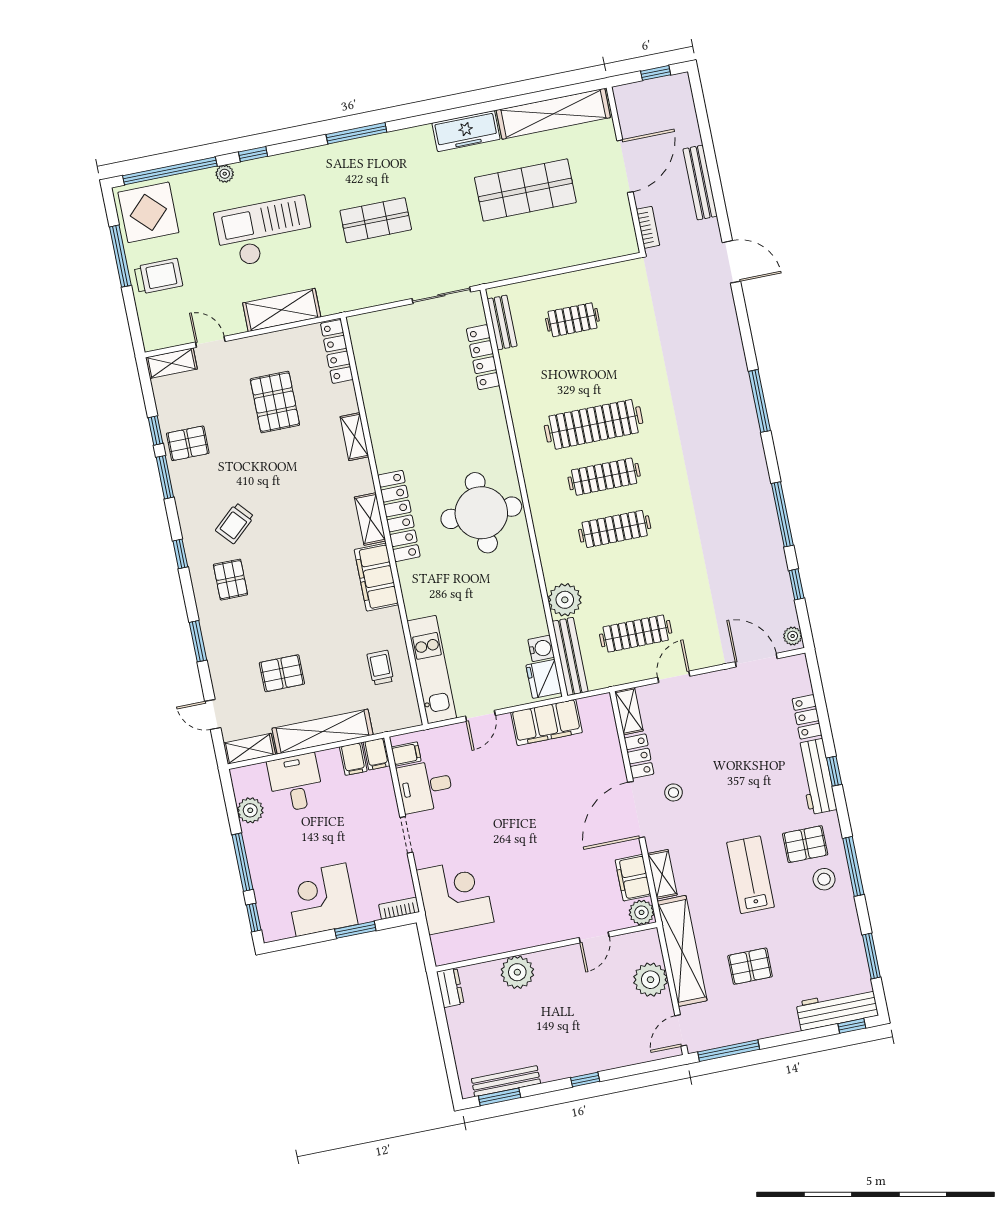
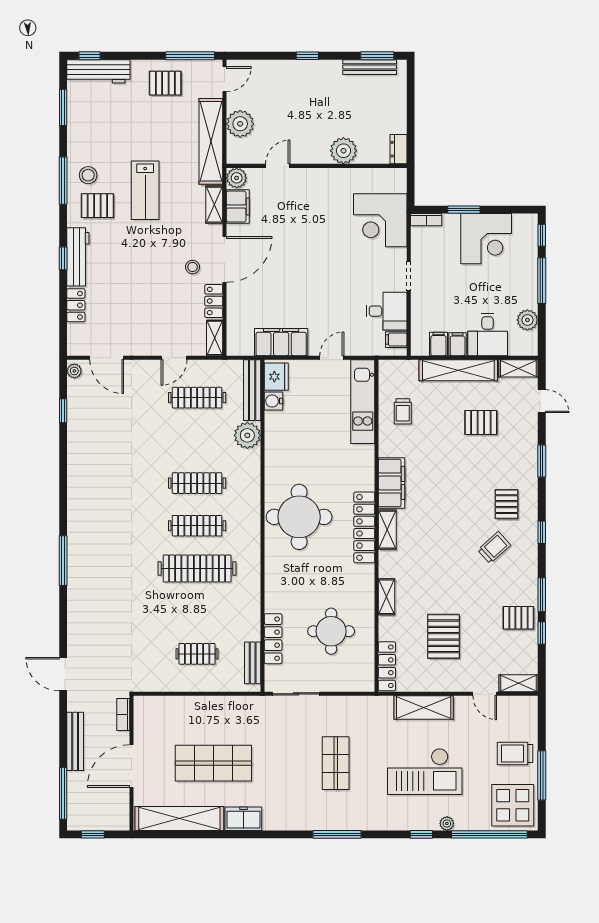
freezer: (466, 131) -> (243, 819), width x0.71
shop shelf: (376, 220) -> (336, 763), turned 90
round table: (414, 381) -> (331, 631), added
window: (782, 514) -> (63, 793), moved
filing cabinet: (377, 754) -> (458, 344), moved
pallet: (750, 966) -> (165, 83), moved

